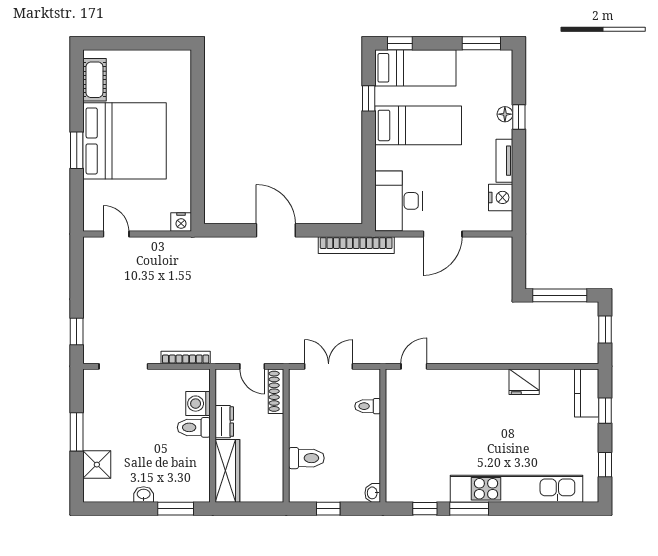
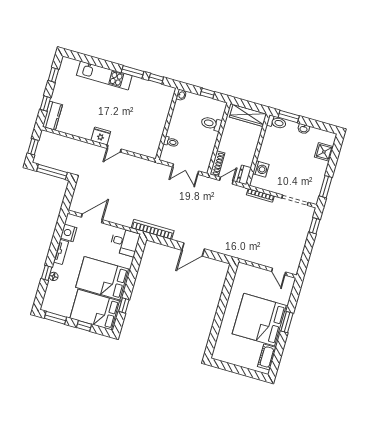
window: (400, 43) -> (84, 326), moved
bed: (415, 68) -> (96, 310), width x1.50
bed: (418, 125) -> (103, 278), width x1.50
desk: (398, 201) -> (125, 242), width x0.73
nightstand: (181, 222) -> (242, 268), removed
door: (276, 230) -> (193, 249), hinge flipped
door: (443, 234) -> (92, 218), moved
door: (252, 366) -> (226, 181), hinge flipped
door: (414, 366) -> (114, 149), moved
fridge: (524, 382) -> (101, 136), moved
dresser: (224, 422) -> (244, 175), moved
toilet: (194, 427) -> (277, 122), moved
window: (77, 432) -> (326, 187), moved
wardrobe: (227, 471) -> (248, 116), moved, turned -90
kitchen unit: (516, 489) -> (104, 75), width x0.73

